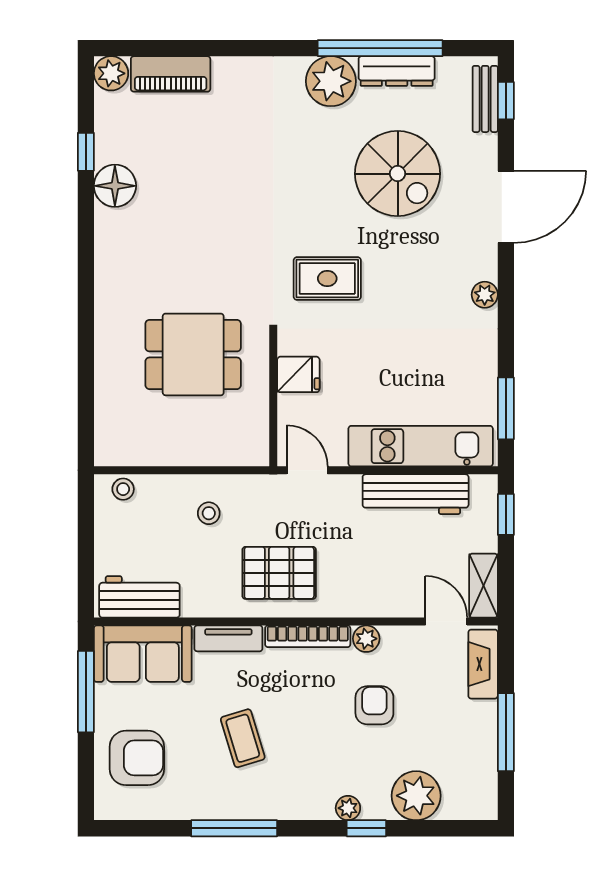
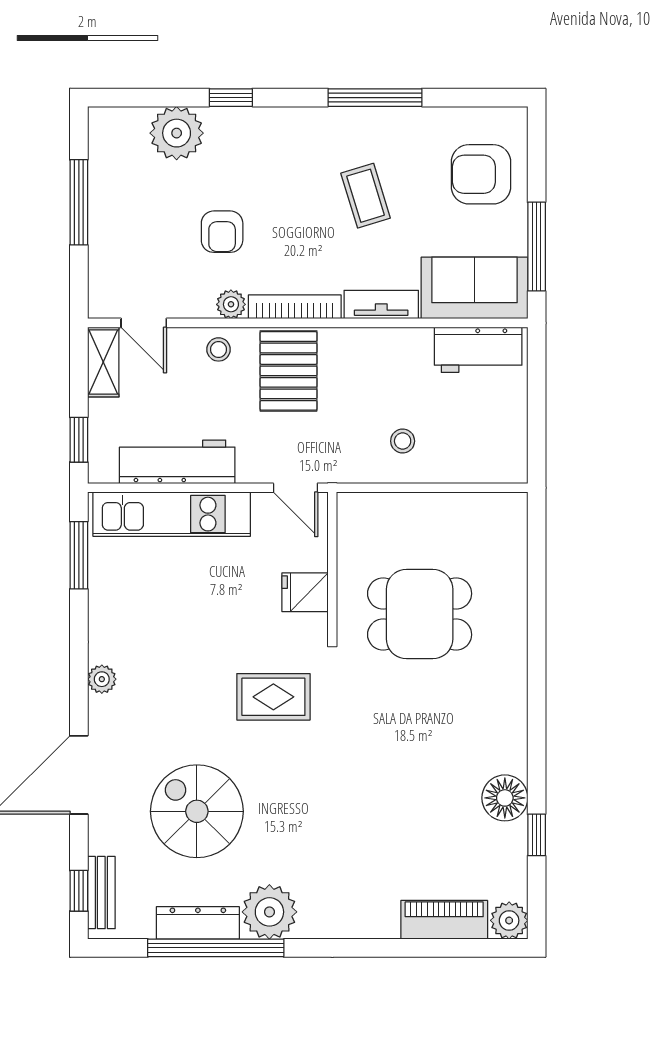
stool: (123, 489) -> (219, 349), moved
pallet: (279, 573) -> (289, 371), moved, turned 90
fireplace: (483, 664) -> (104, 277), removed
plant: (348, 808) -> (251, 120), removed

